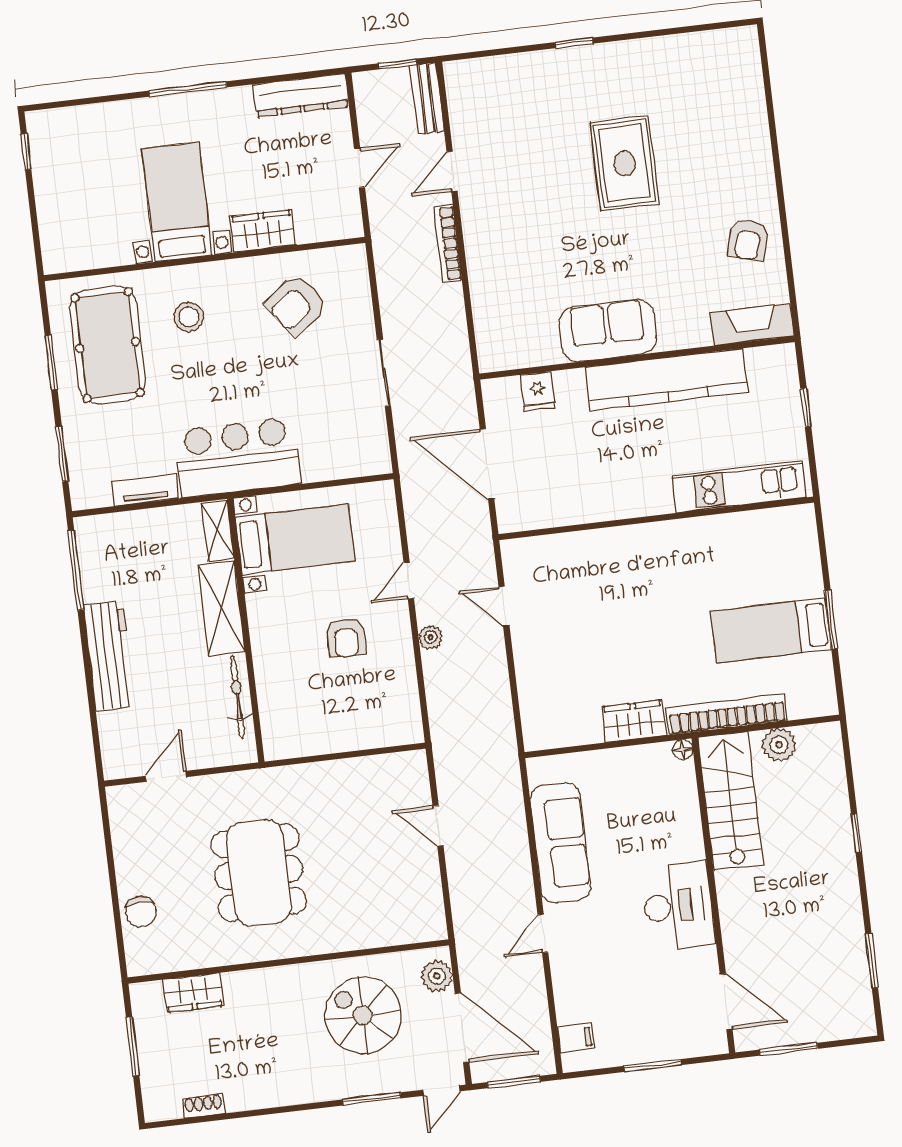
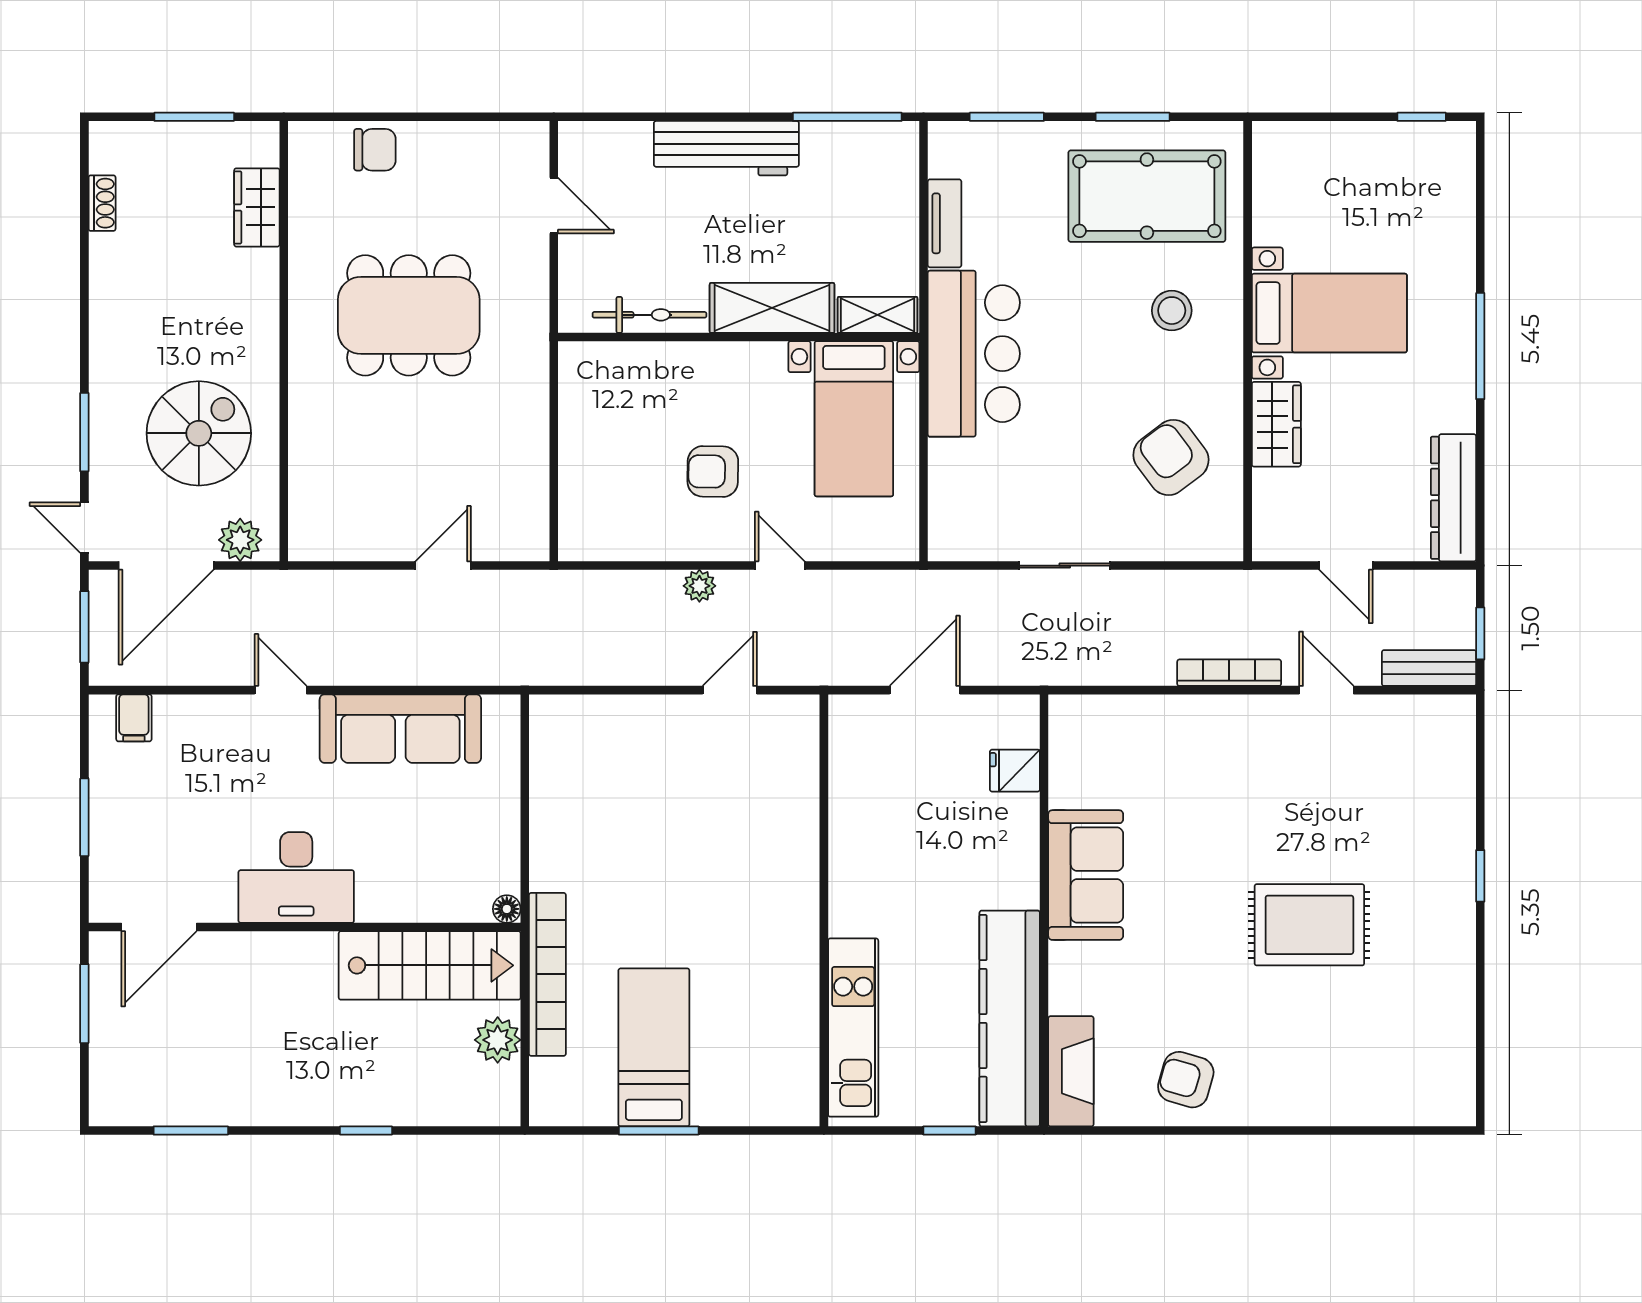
kitchen counter: (666, 380) -> (1010, 1018), moved
door: (487, 464) -> (925, 690), width x0.73
wardrobe: (634, 721) -> (553, 848), removed
chair: (141, 912) -> (375, 150), turned 180

